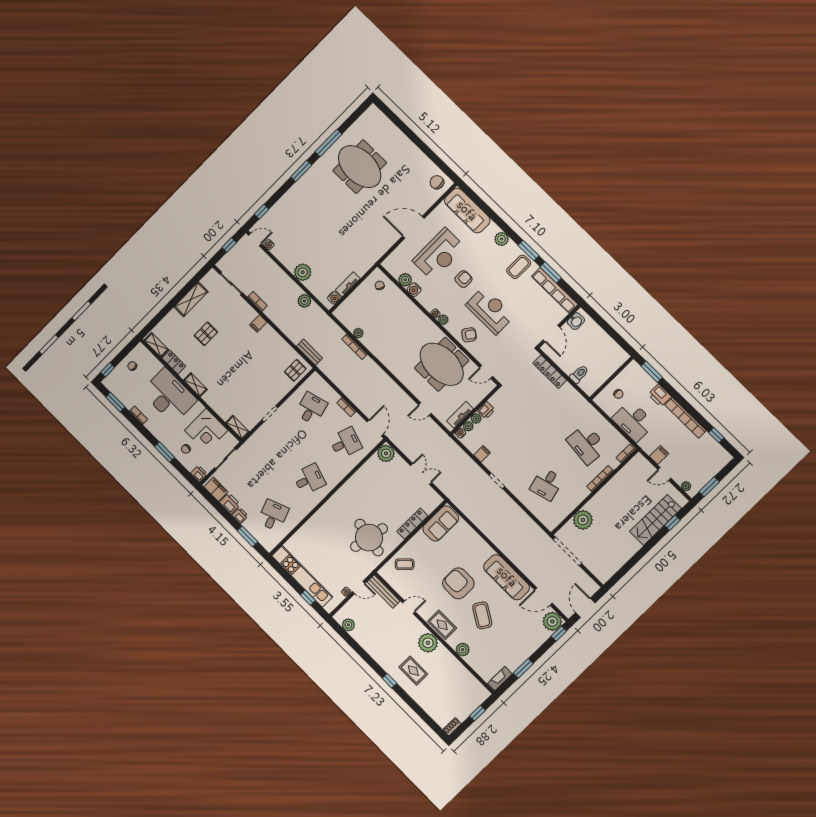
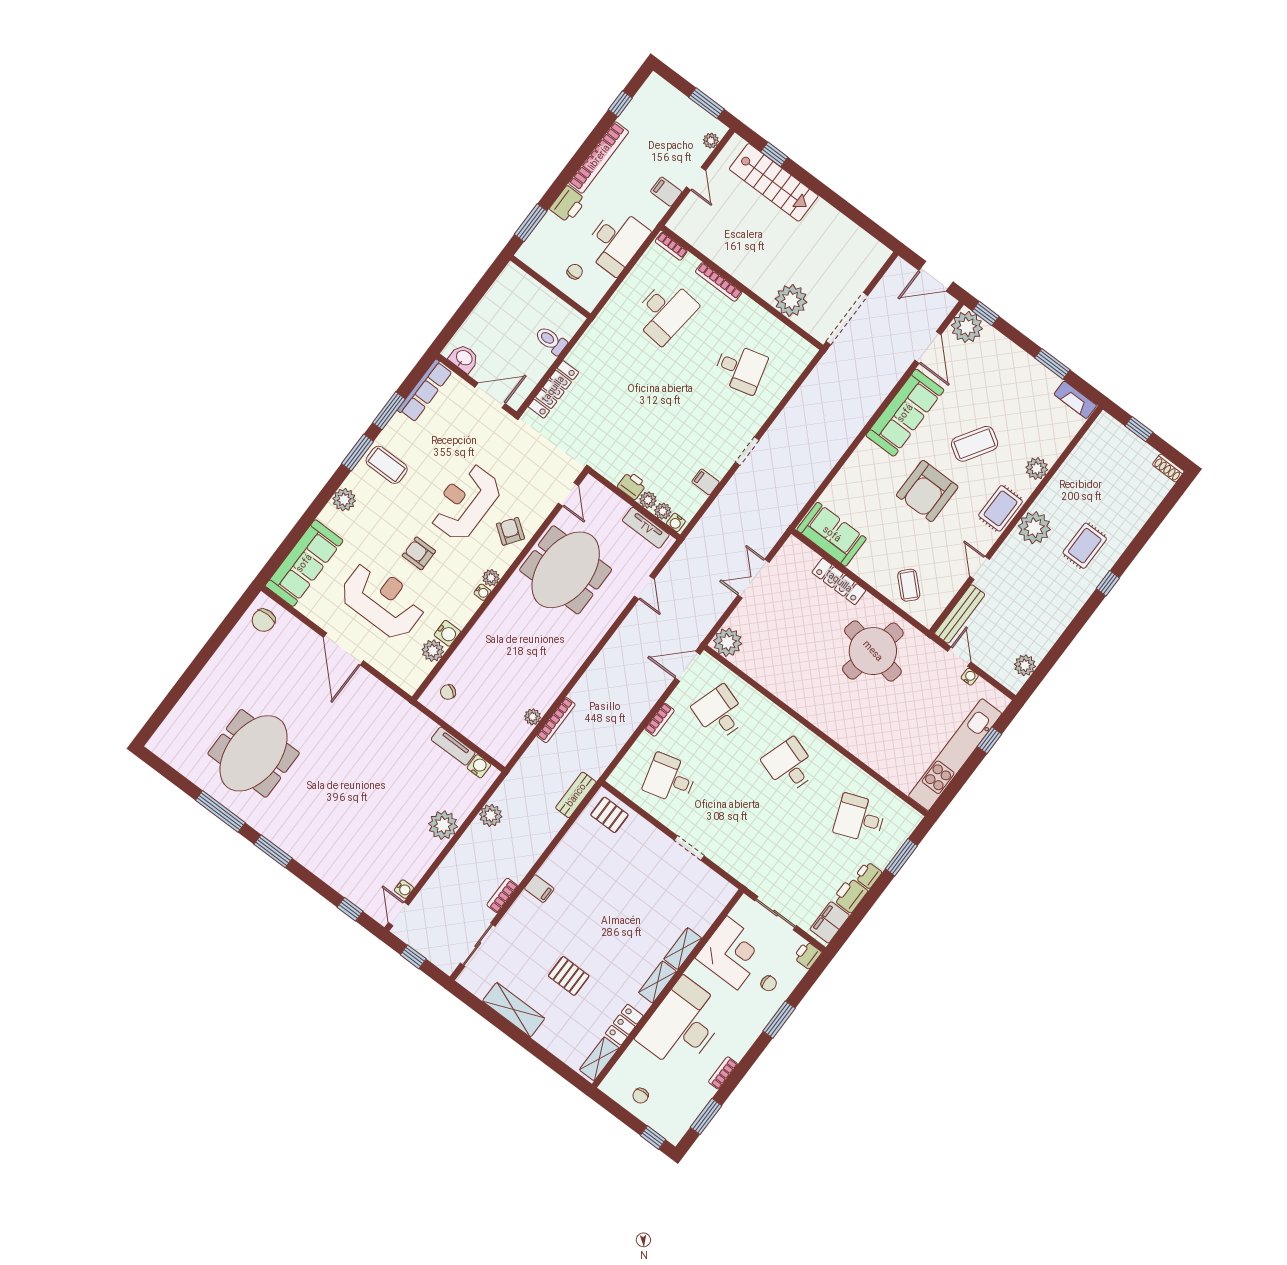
row of seats: (555, 290) -> (425, 391), width x0.73
shelving: (238, 427) -> (683, 949), moved

